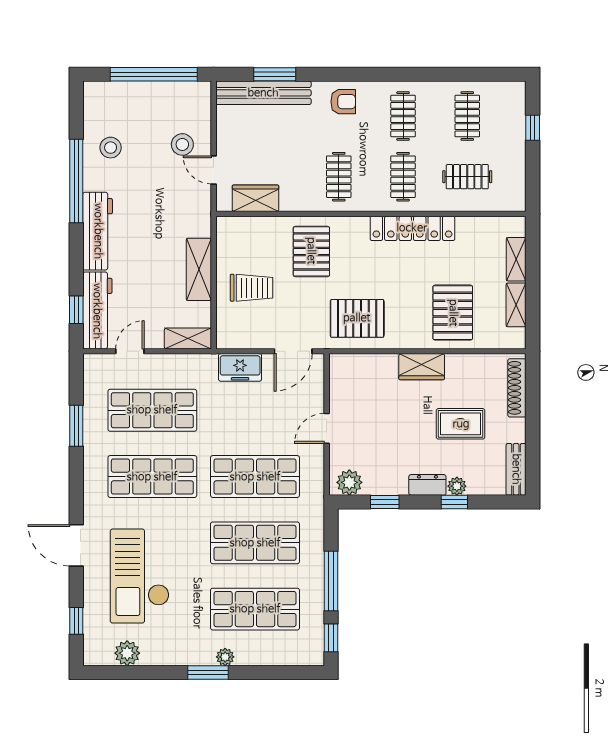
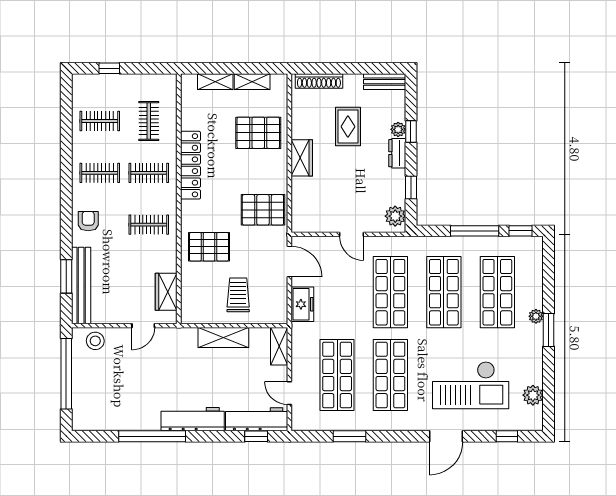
stool: (182, 144) -> (95, 341), moved
stool: (111, 148) -> (125, 409), removed
pallet: (357, 318) -> (263, 210), turned 90

